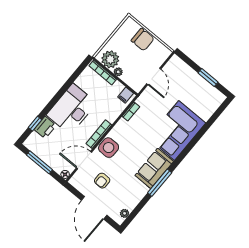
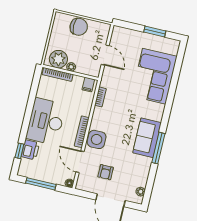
corner sofa: (177, 130) -> (154, 76), moved
door: (84, 160) -> (80, 162), hinge flipped

